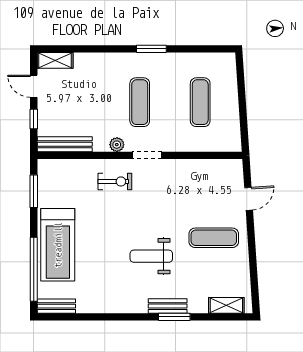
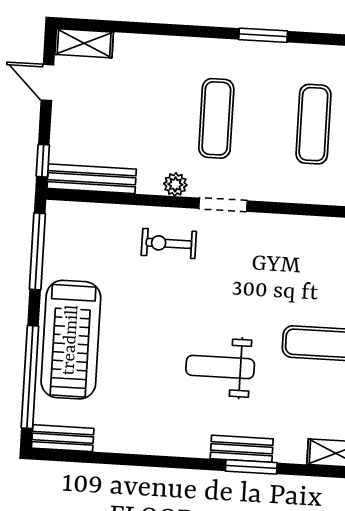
window: (151, 49) -> (263, 35), moved
window: (34, 119) -> (43, 161), moved
exercise bike: (115, 181) -> (169, 243), turned 180
window: (34, 191) -> (37, 251), width x1.44

